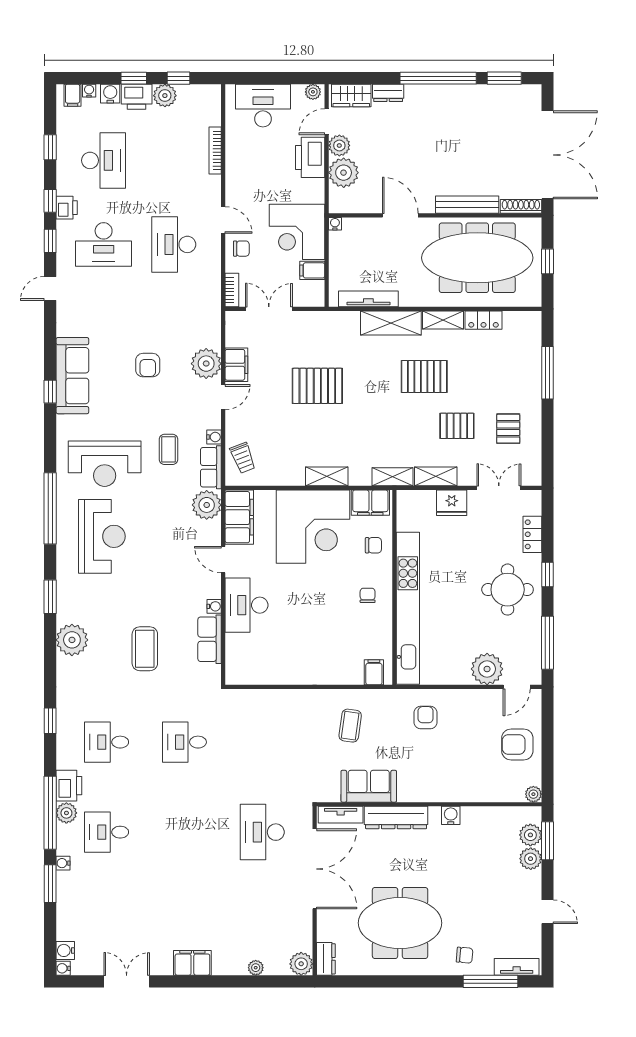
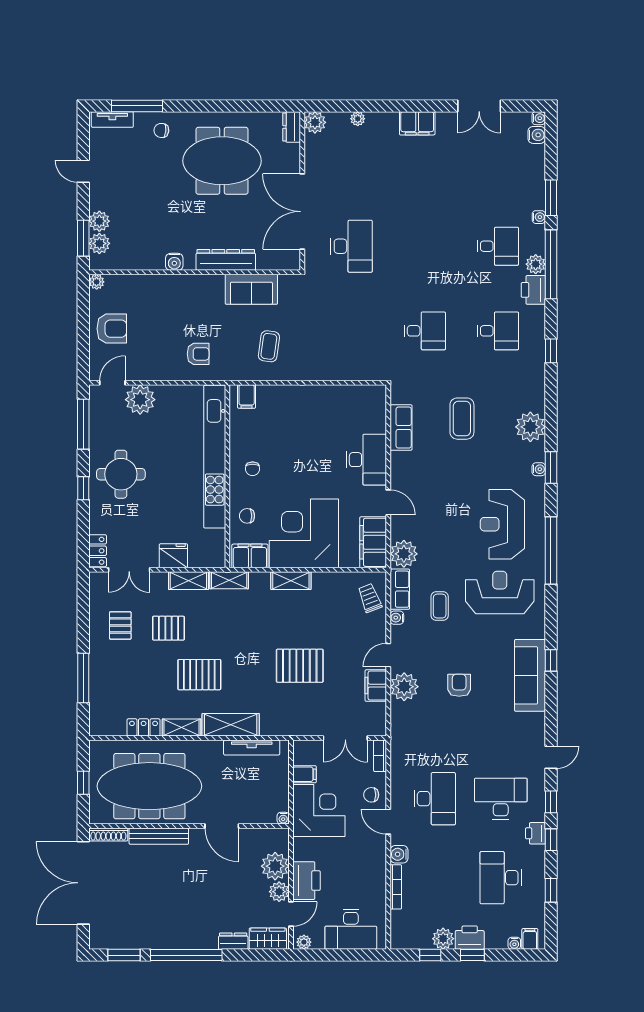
water cooler: (110, 94) -> (399, 854), moved, turned 90
locker: (532, 534) -> (98, 551), moved
water cooler: (214, 606) -> (539, 469), moved, turned 180
armchair: (426, 717) -> (198, 354), turned -90
tv unit: (341, 815) -> (278, 263), removed

